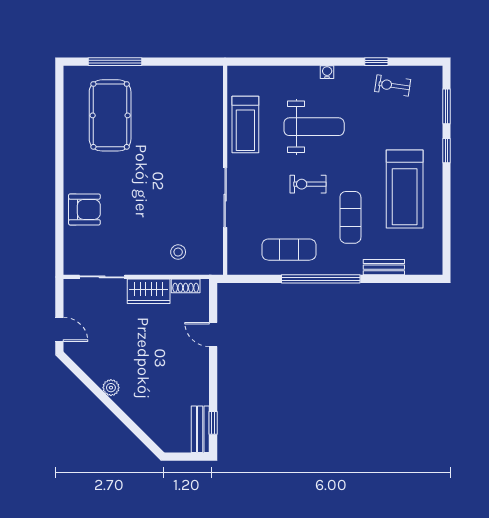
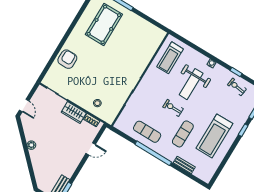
treadmill: (245, 125) -> (170, 58), moved
weight bench: (314, 127) -> (191, 84), turned 90
armchair: (84, 209) -> (67, 59), turned -90
door: (213, 334) -> (91, 149), swing flipped

